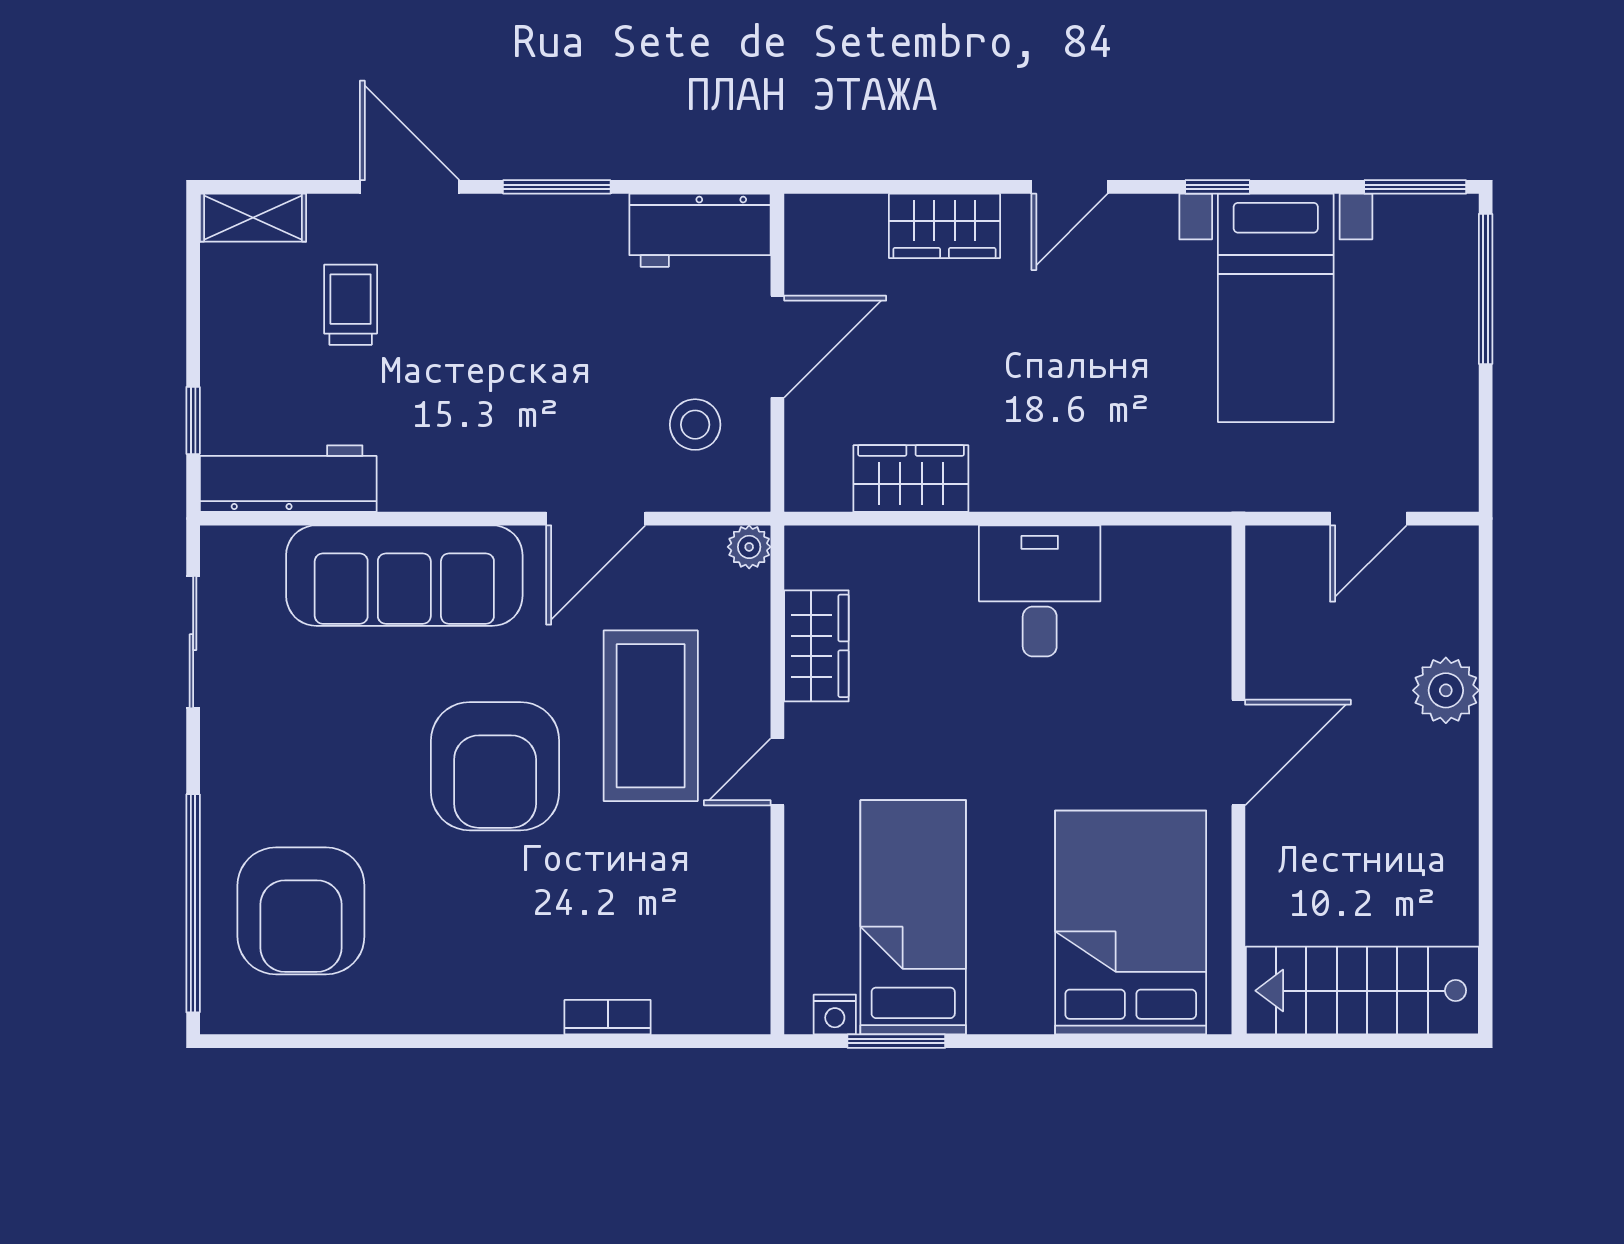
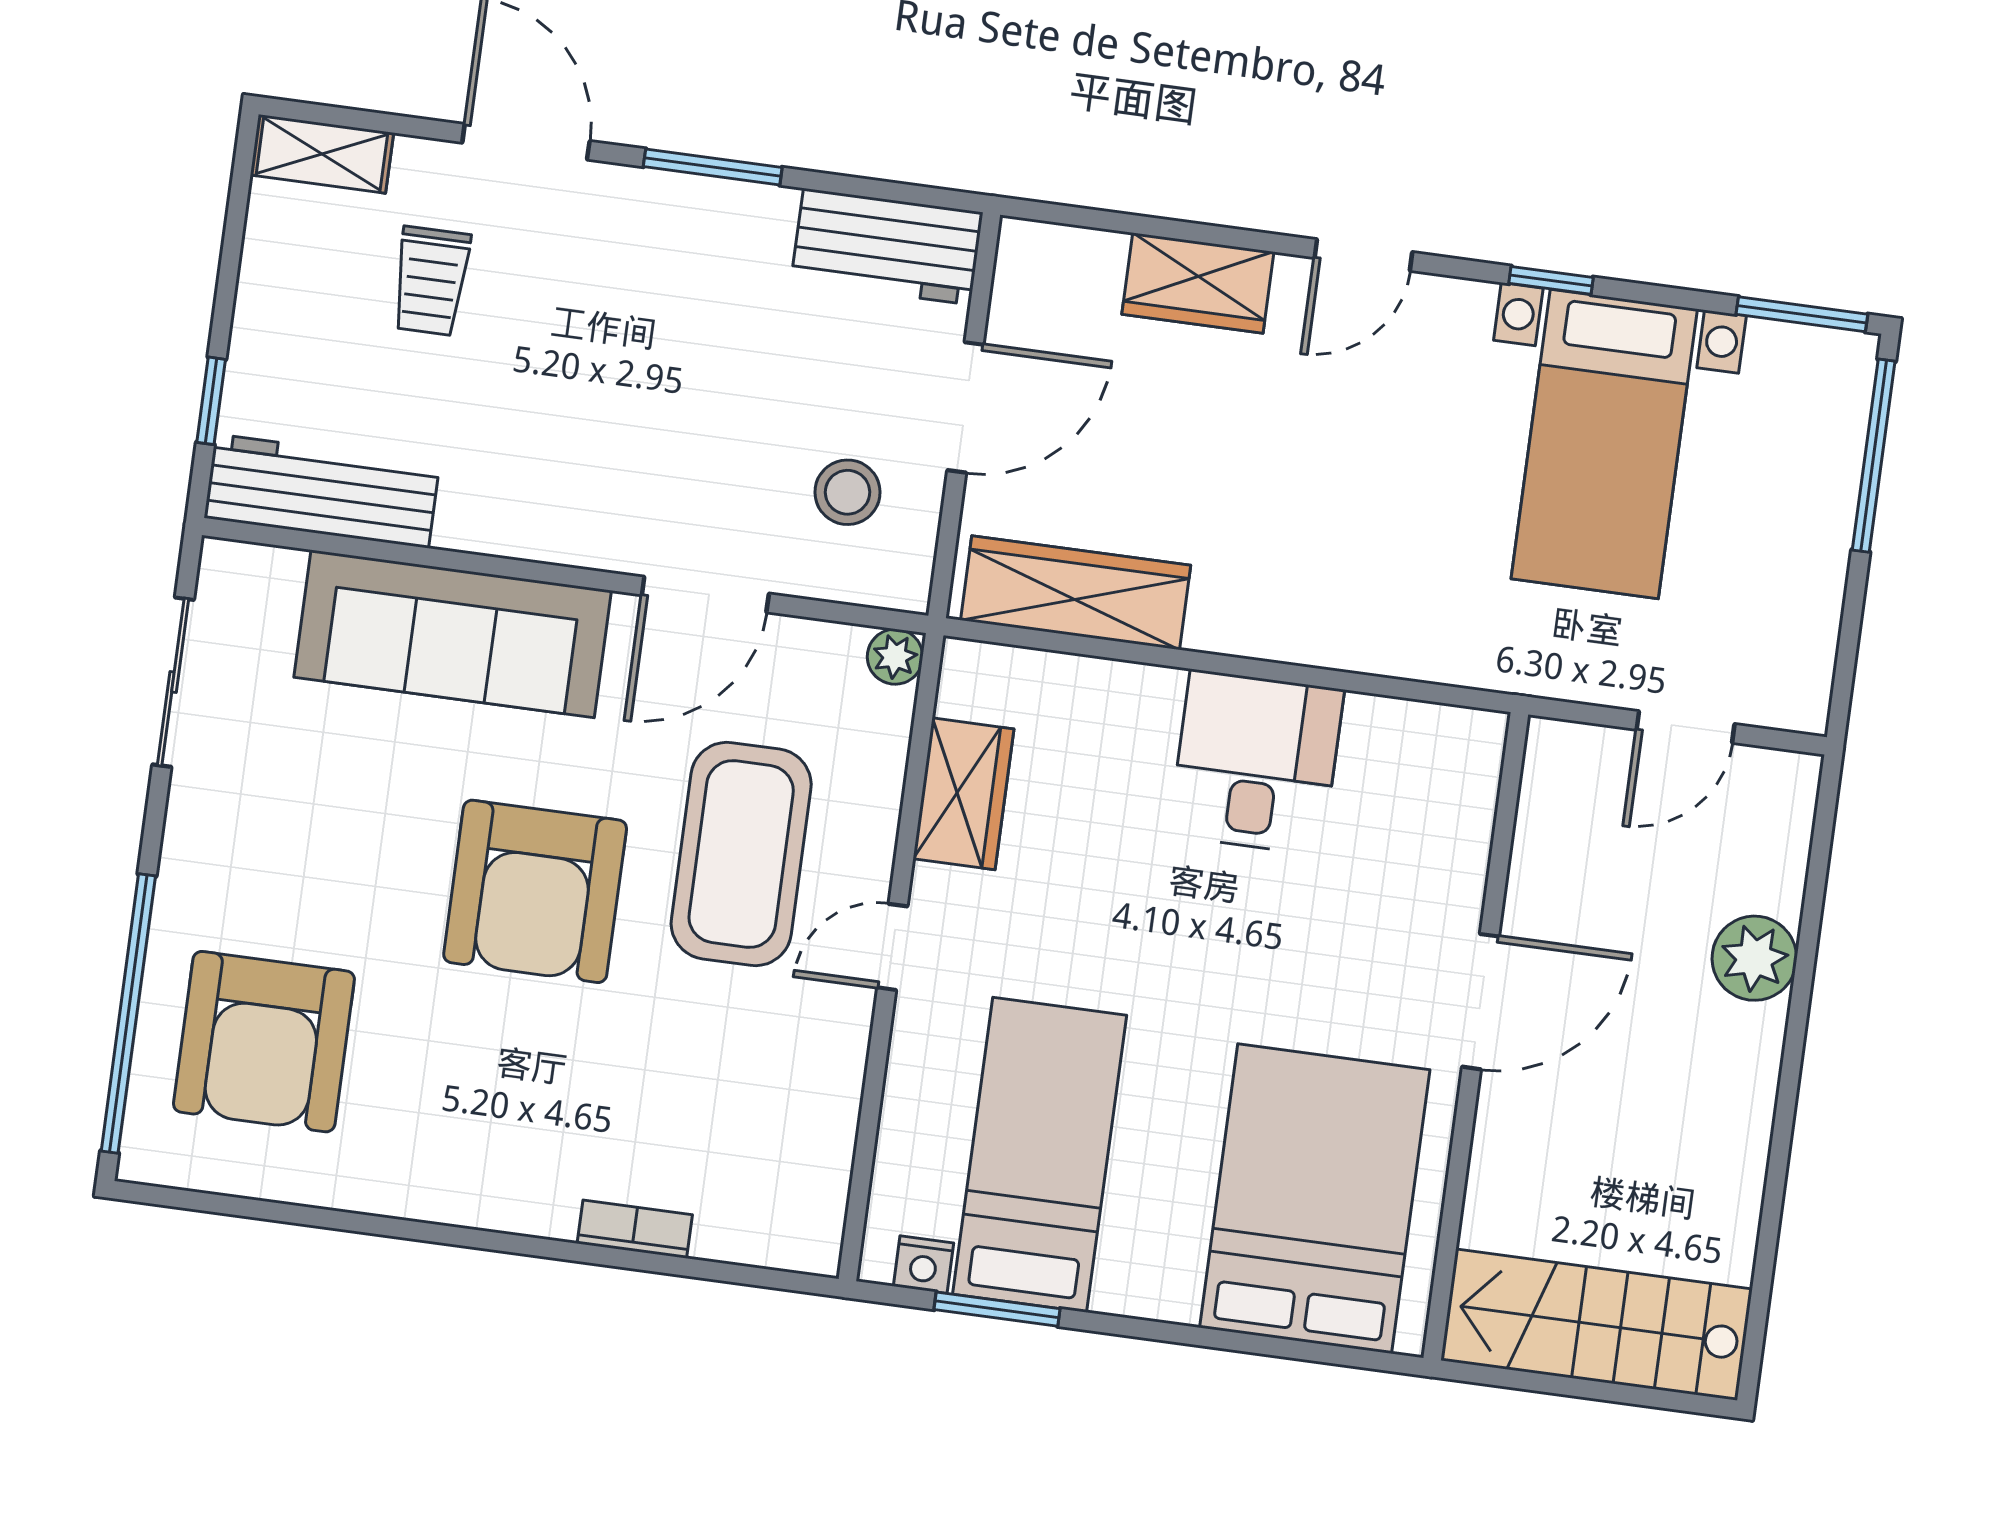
trolley: (351, 305) -> (431, 281), turned 180
wardrobe: (911, 478) -> (1076, 593), width x1.50

